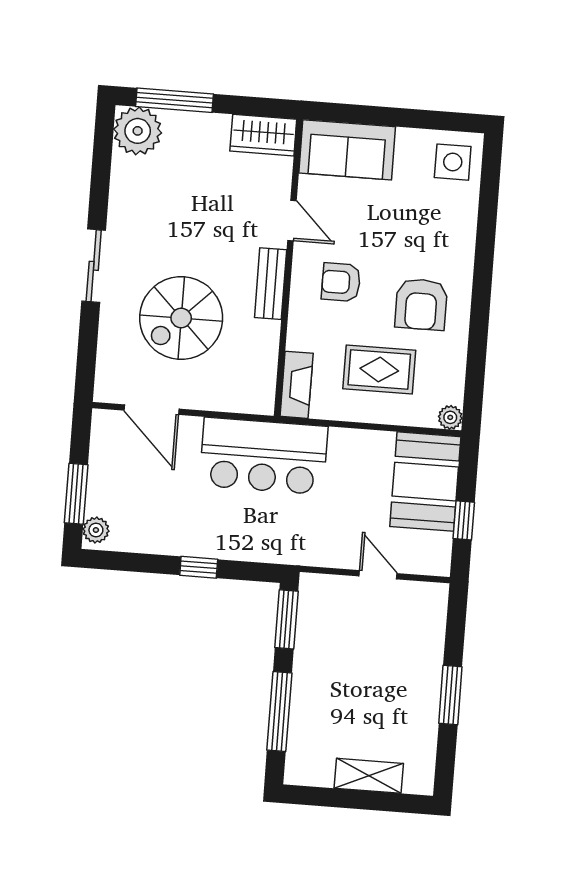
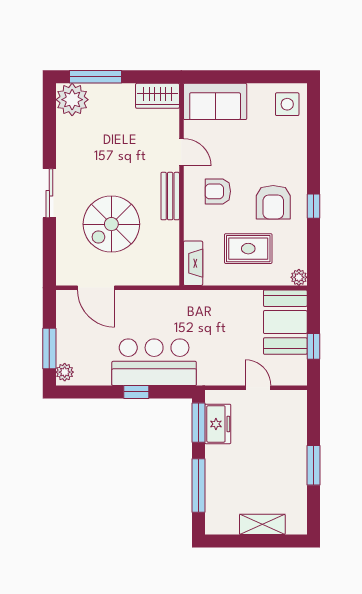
window: (480, 314) -> (313, 206), added
bar counter: (264, 456) -> (154, 362), moved, turned 180
freezer: (315, 623) -> (218, 424), added

